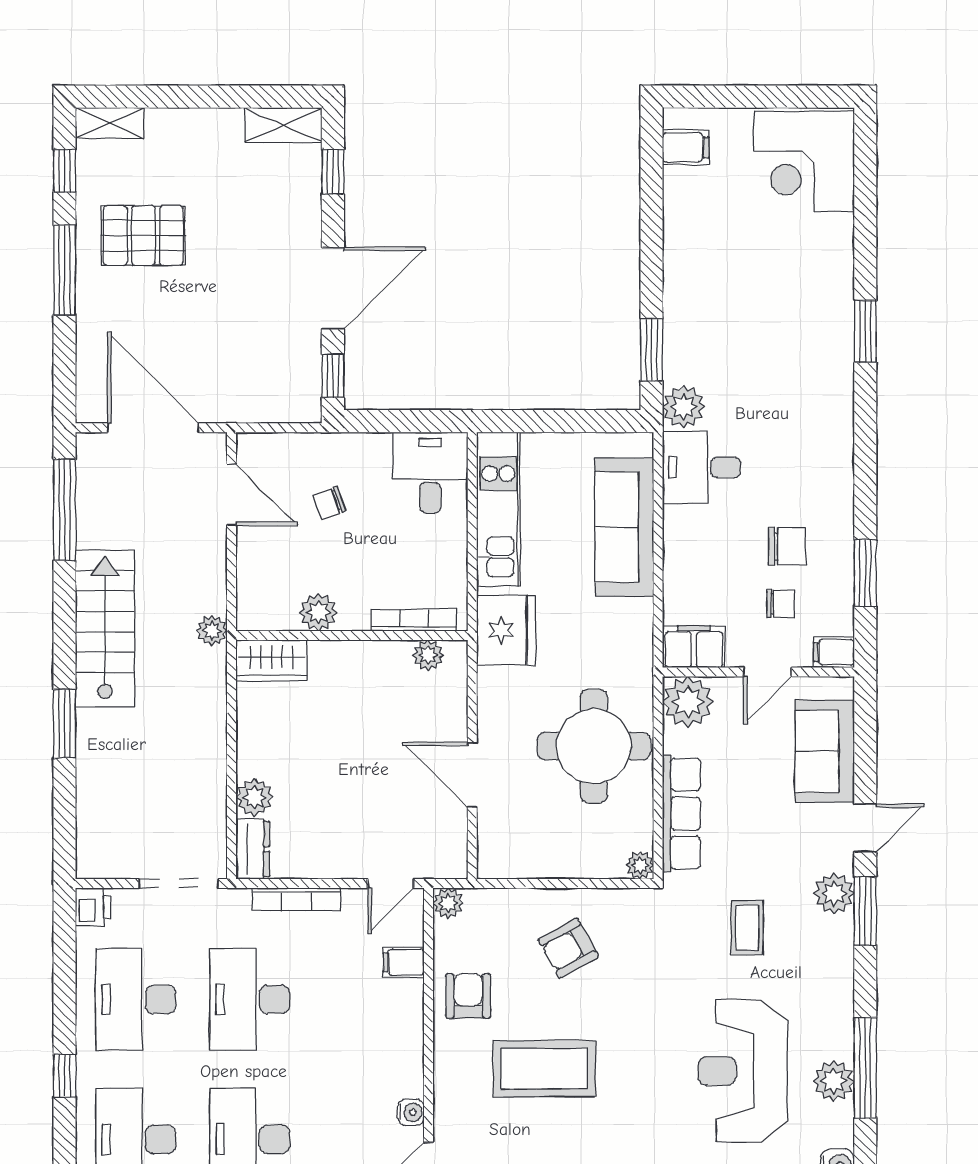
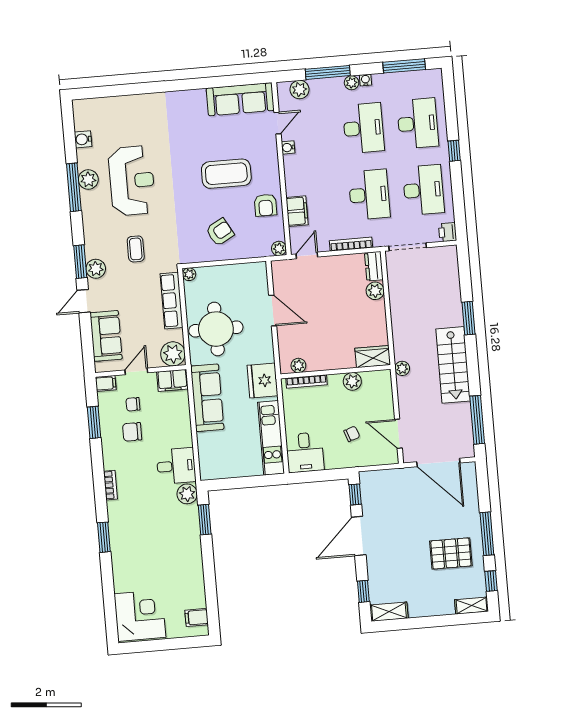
bookcase: (842, 439) -> (110, 485), added
sofa: (624, 527) -> (207, 398), moved
filing cabinet: (403, 962) -> (297, 211), width x2.00

